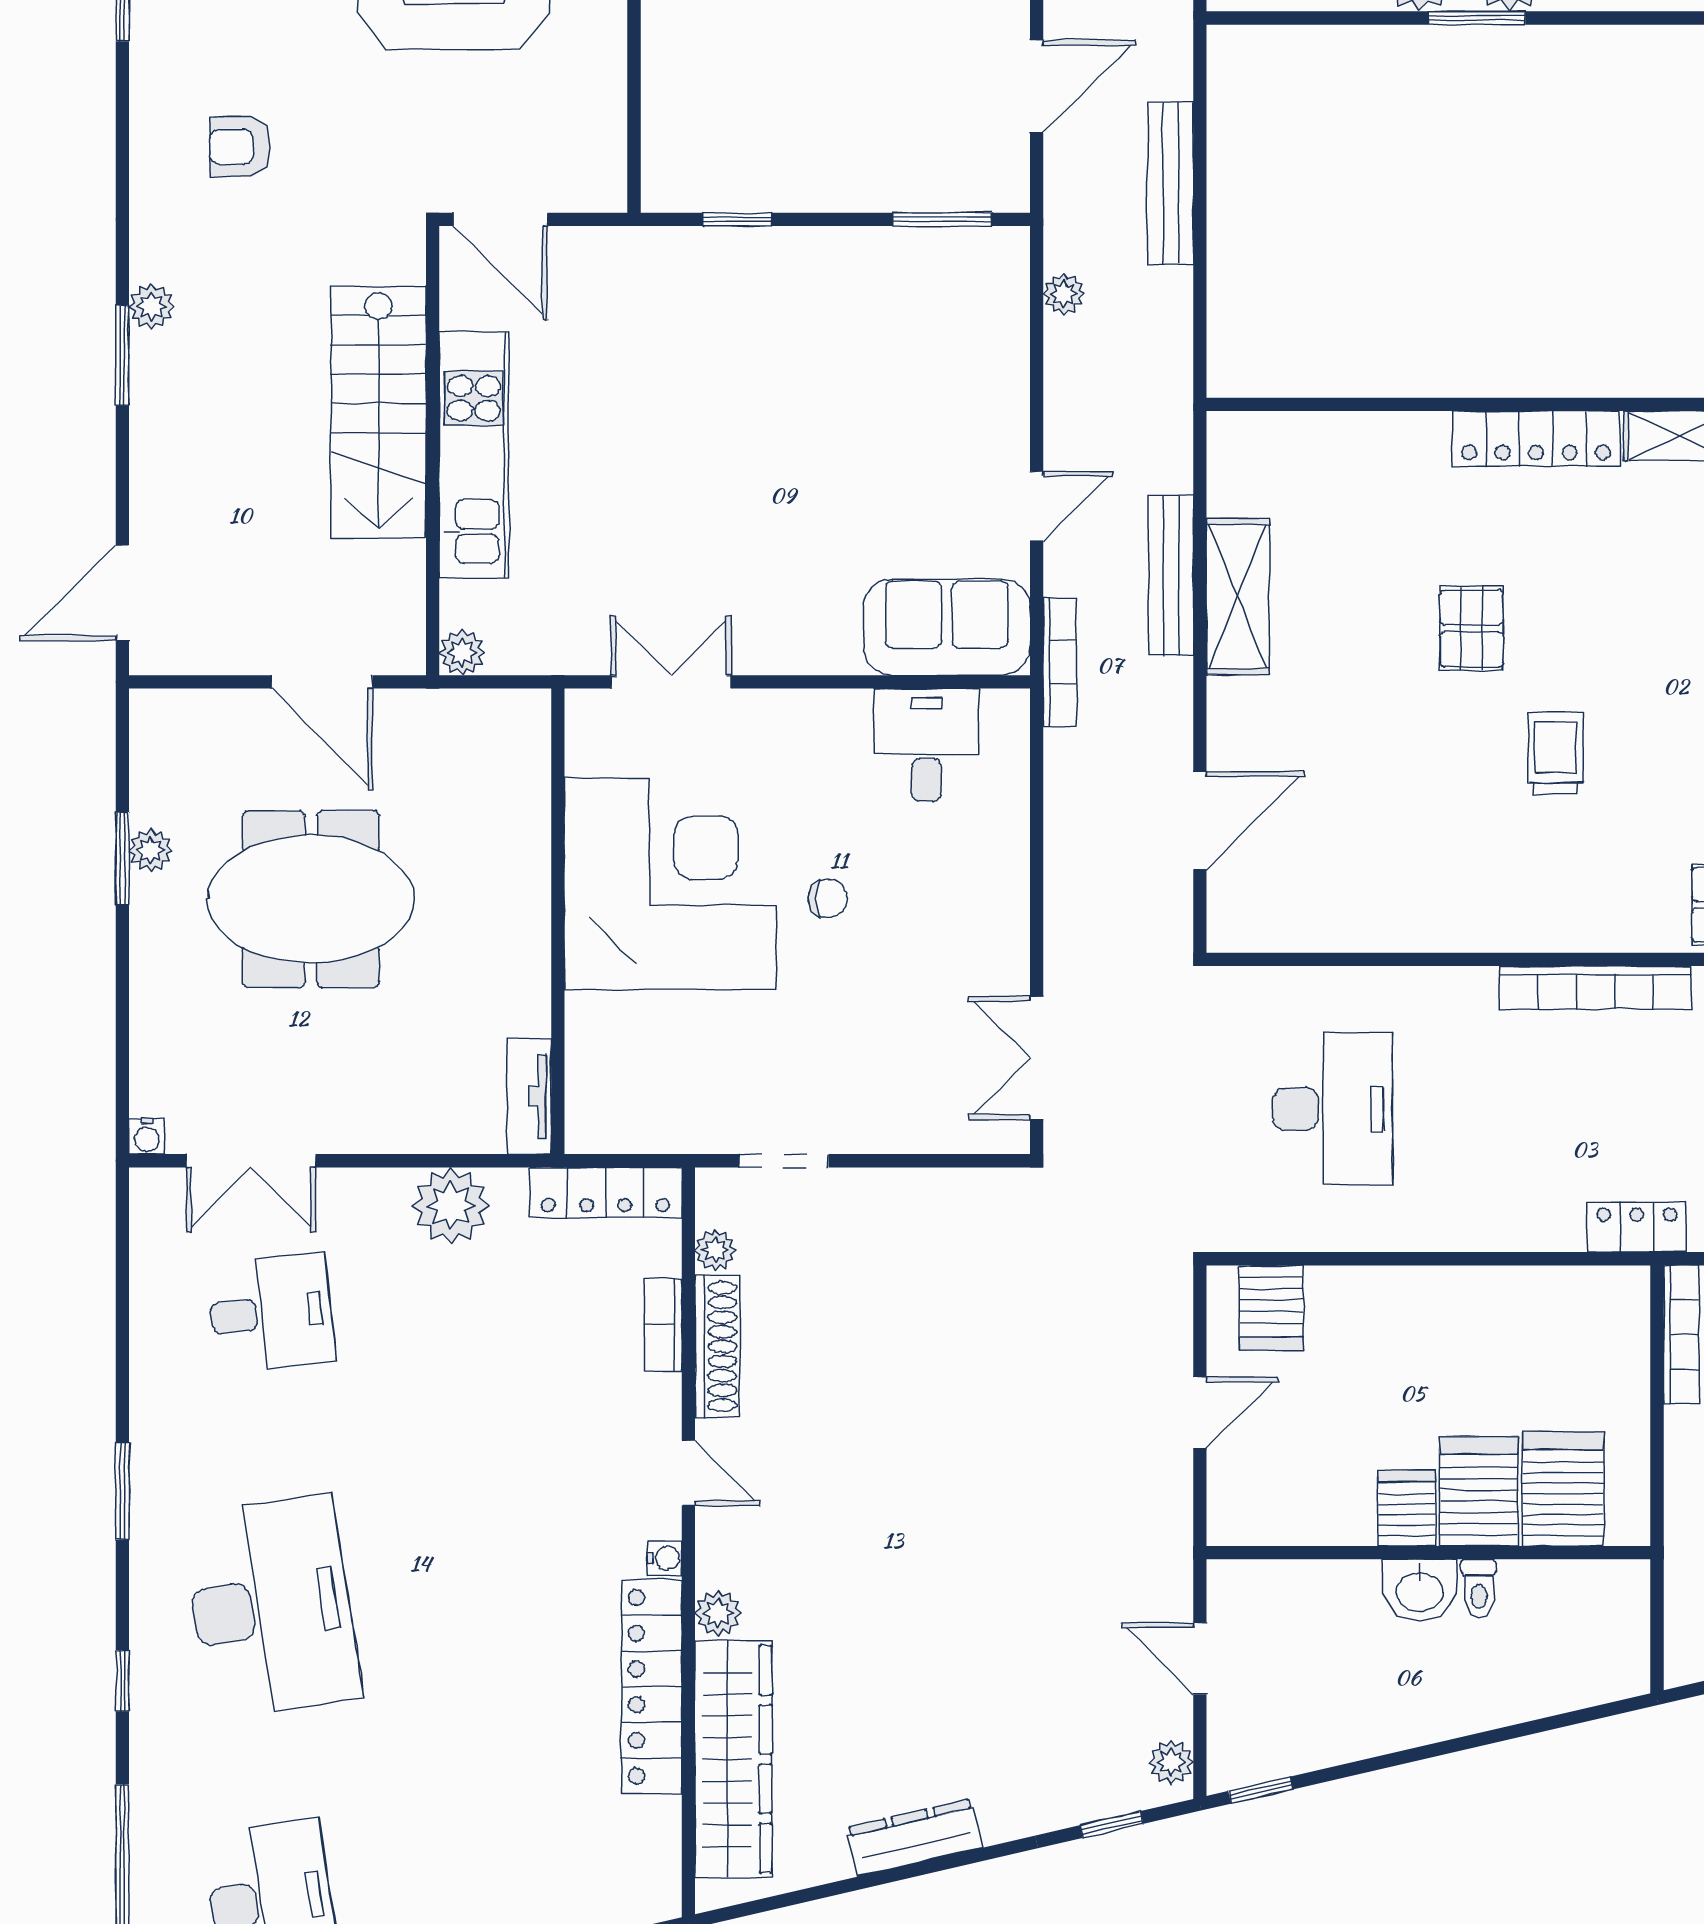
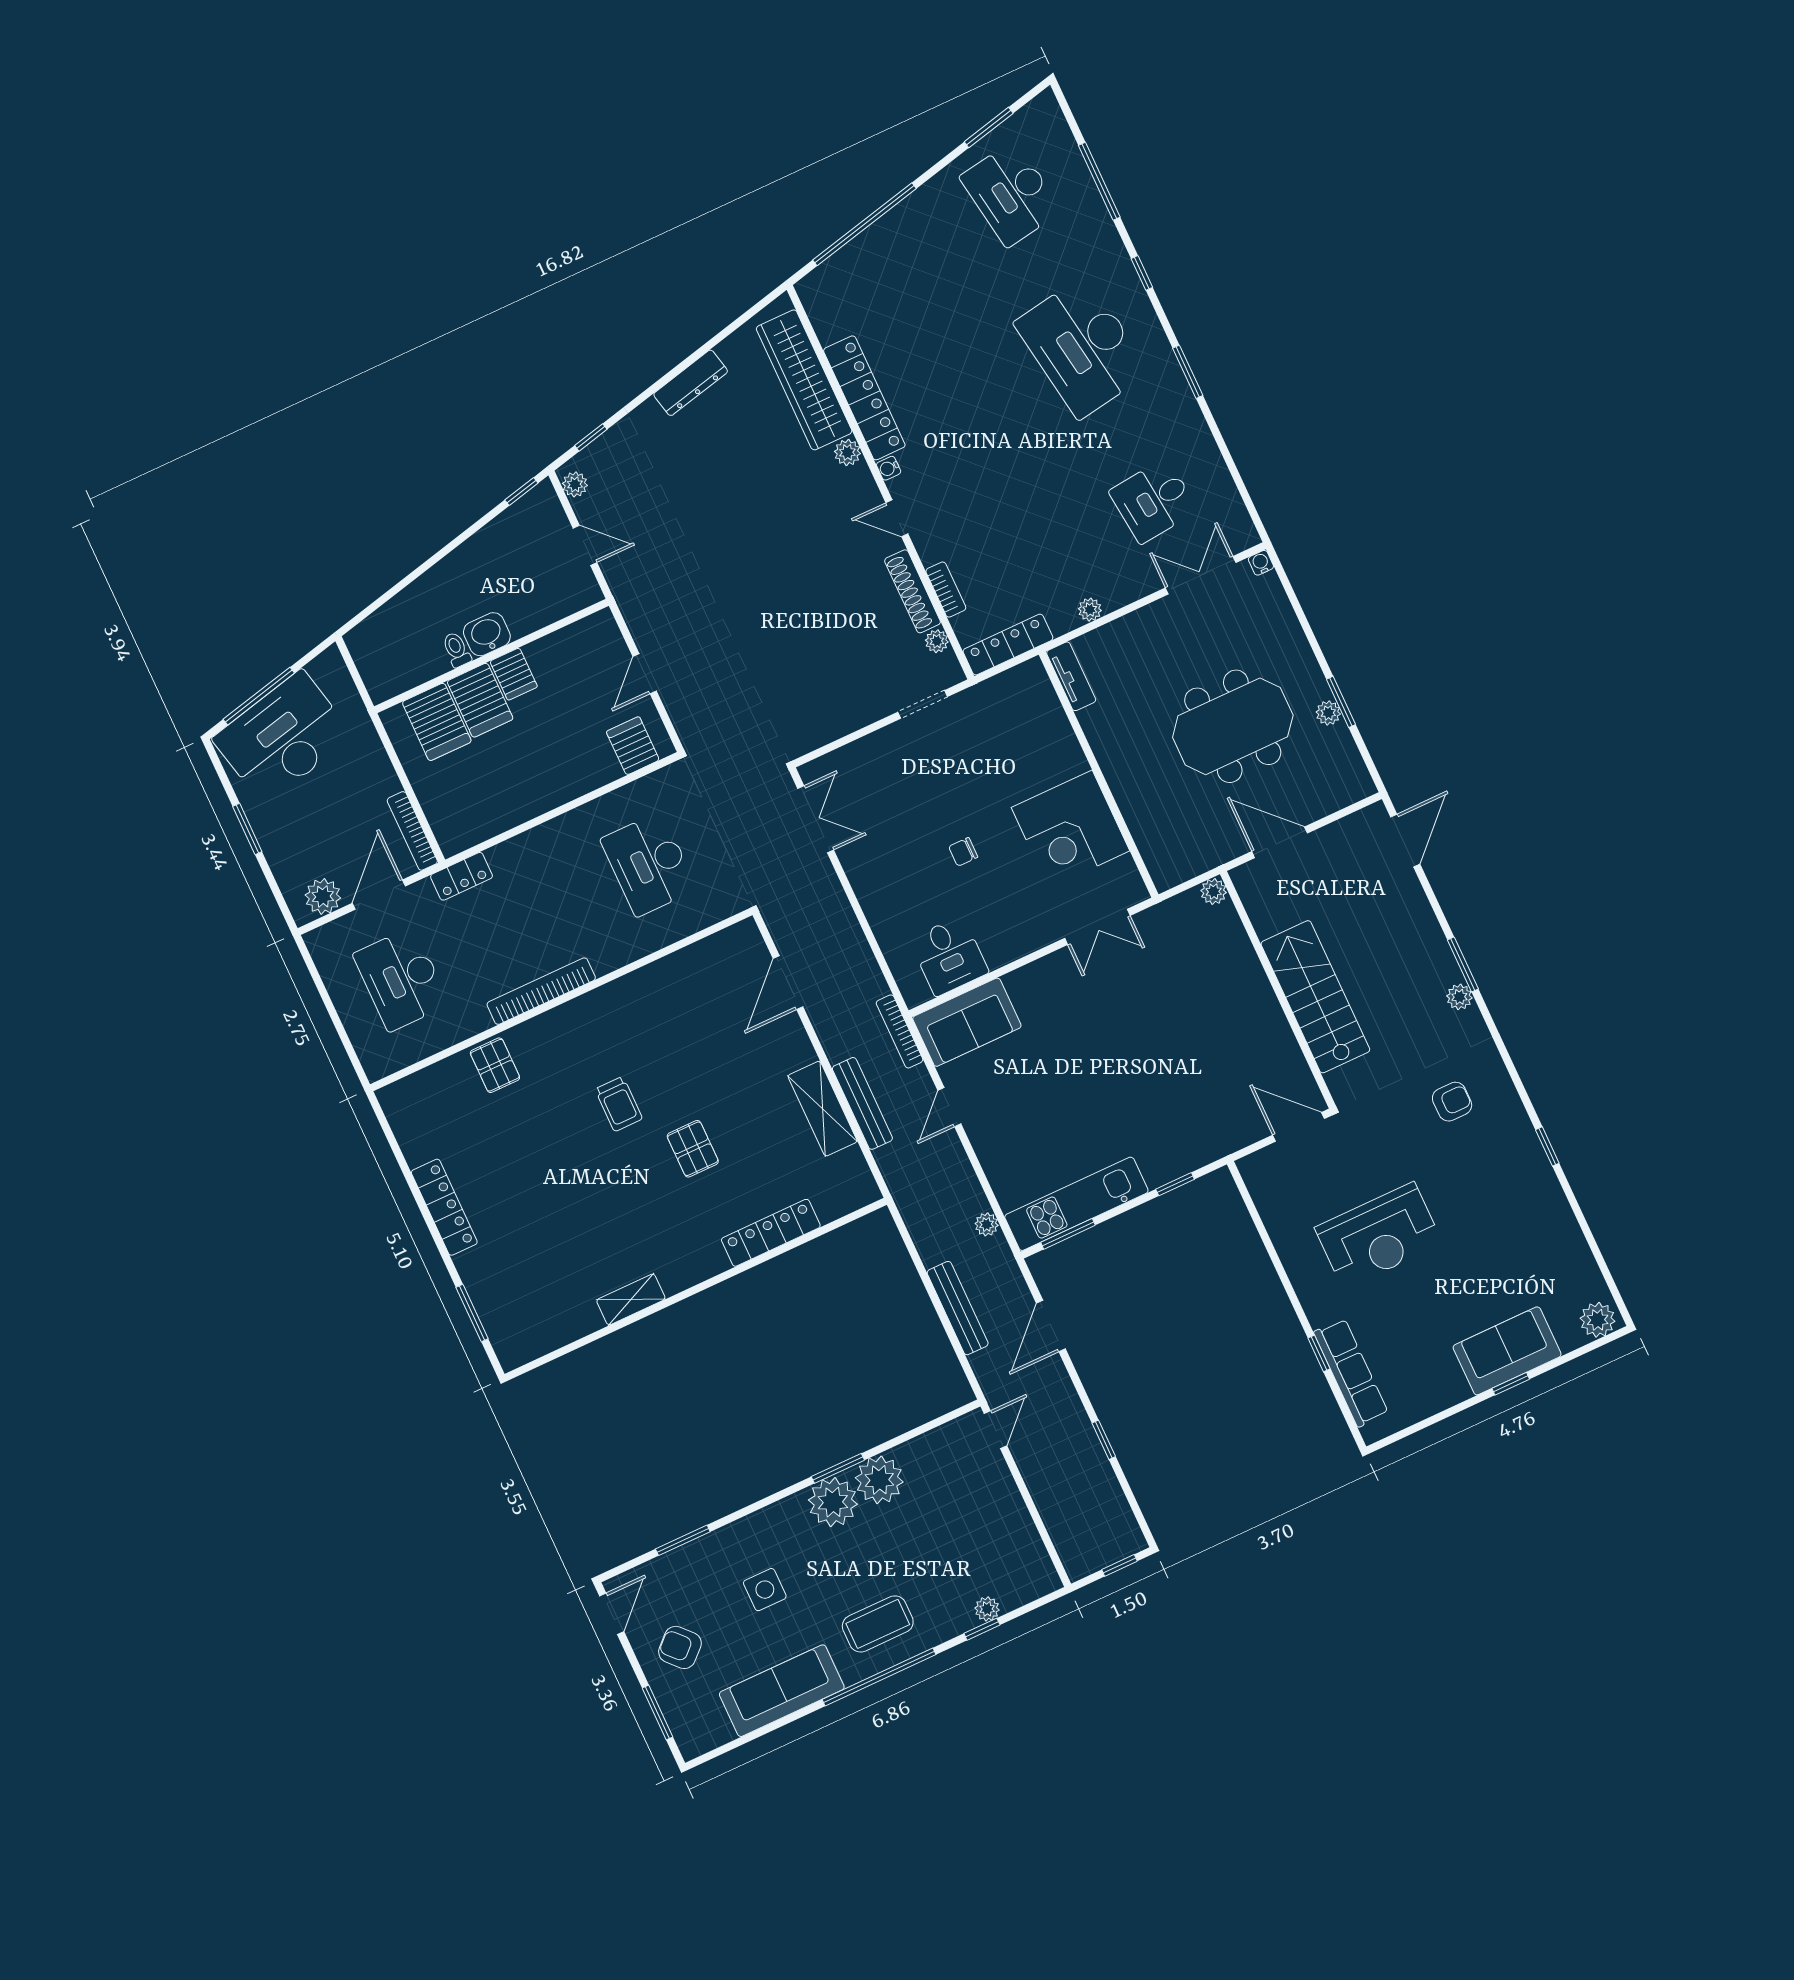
locker: (1536, 439) -> (771, 1233), moved
kitchen unit: (474, 455) -> (1076, 1204), moved, turned 90
corner desk: (670, 884) -> (1070, 829), width x0.74, depth x0.74
plant: (451, 1206) -> (1090, 610), width x0.53, depth x0.53

